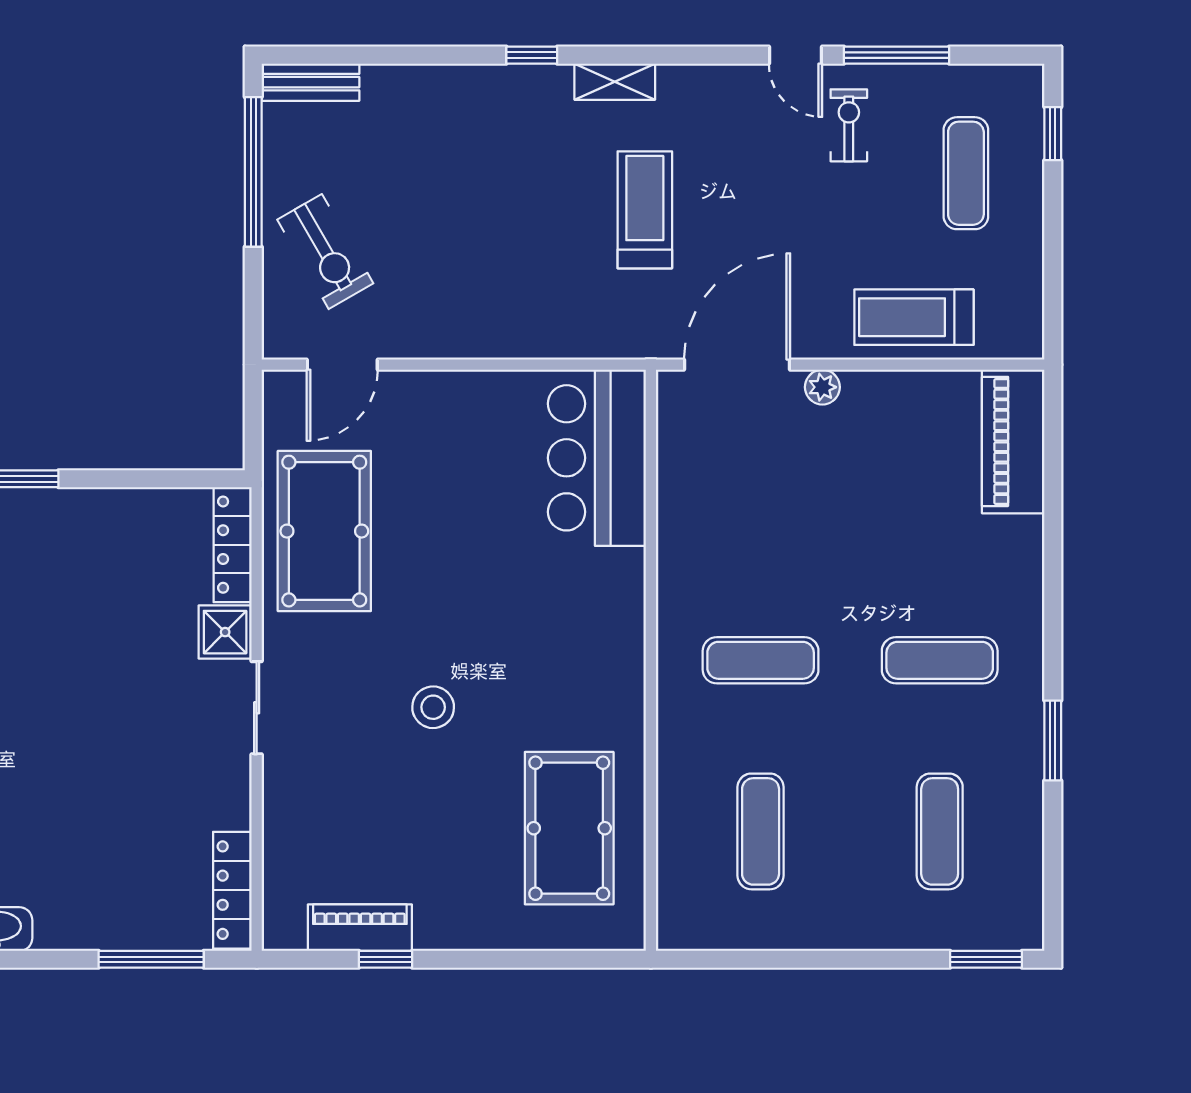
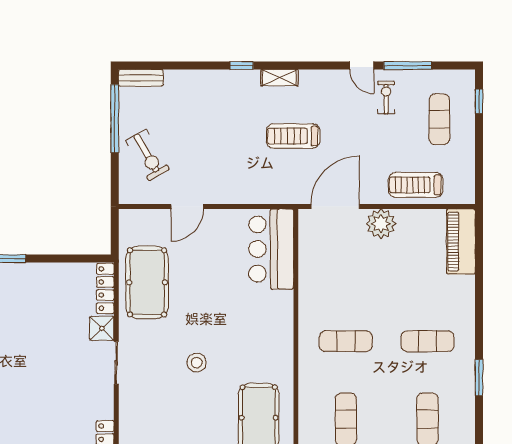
treadmill: (645, 210) -> (293, 136), turned -90
door: (342, 365) -> (187, 207), moved
plant: (822, 387) -> (381, 224), width x1.87, depth x1.87

